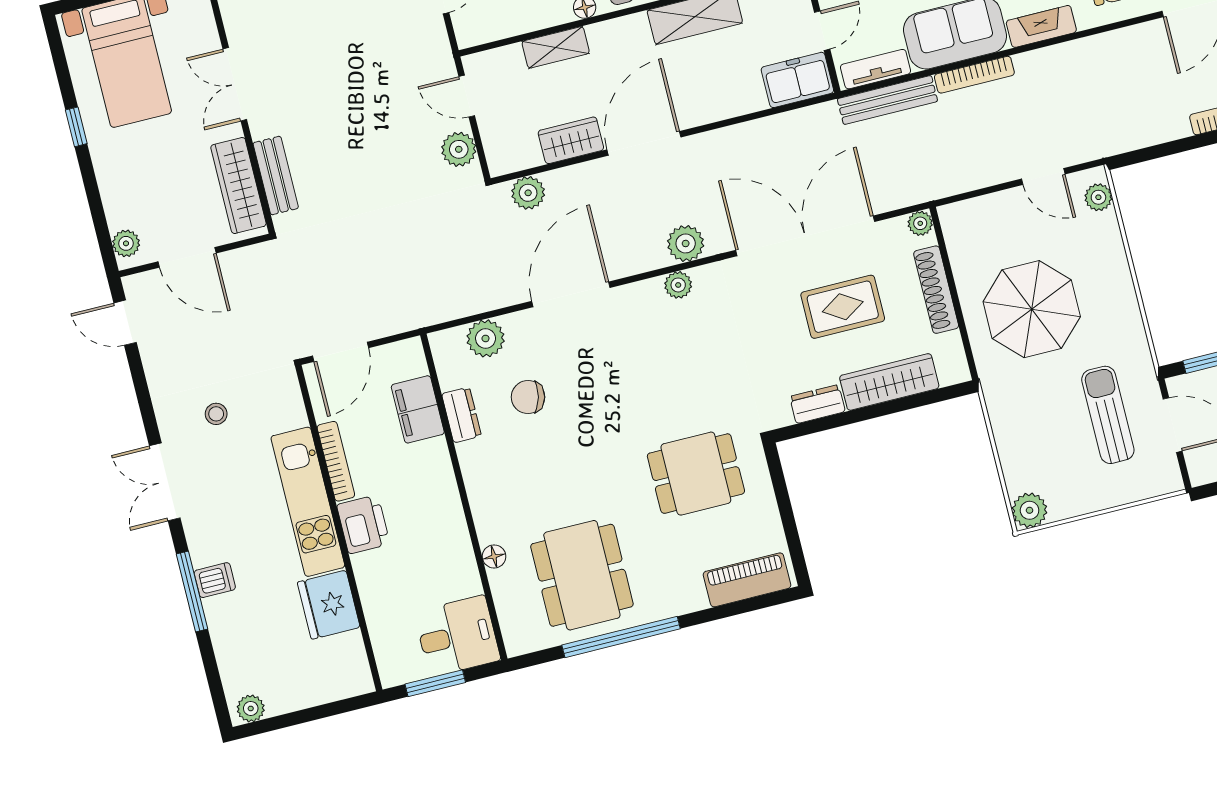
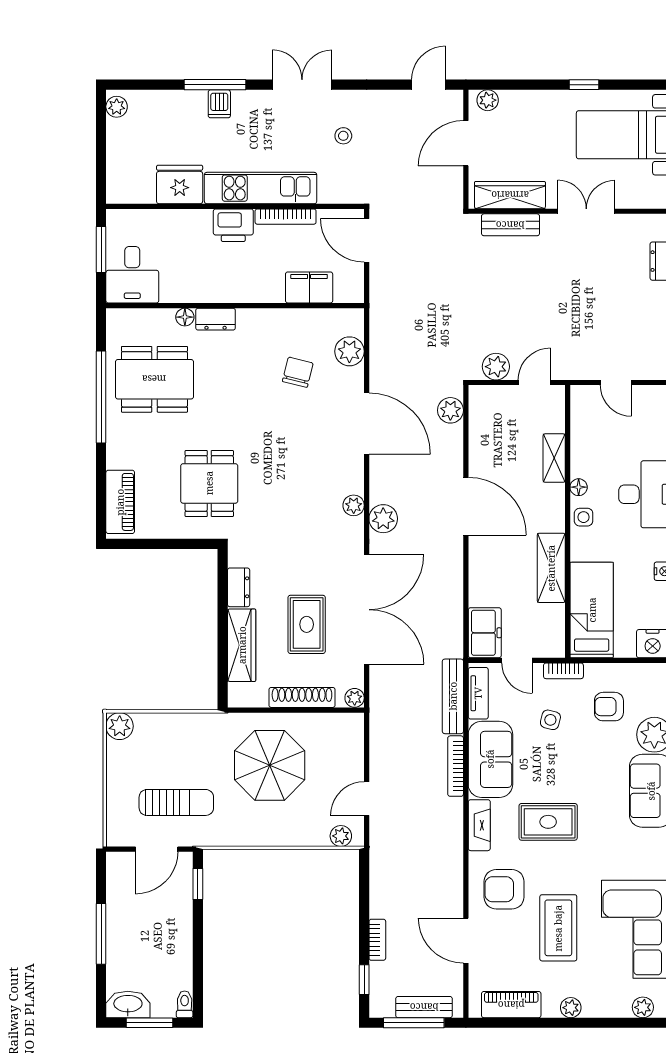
wardrobe: (571, 140) -> (482, 452), removed
dresser: (462, 415) -> (216, 319), moved

